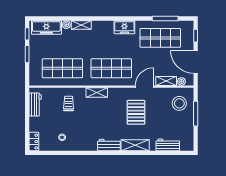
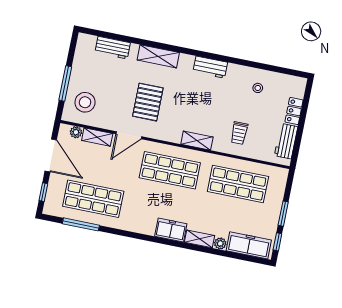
freezer: (124, 27) -> (171, 230), moved
locker: (34, 141) -> (294, 111), moved
workbench: (109, 145) -> (210, 67), moved

